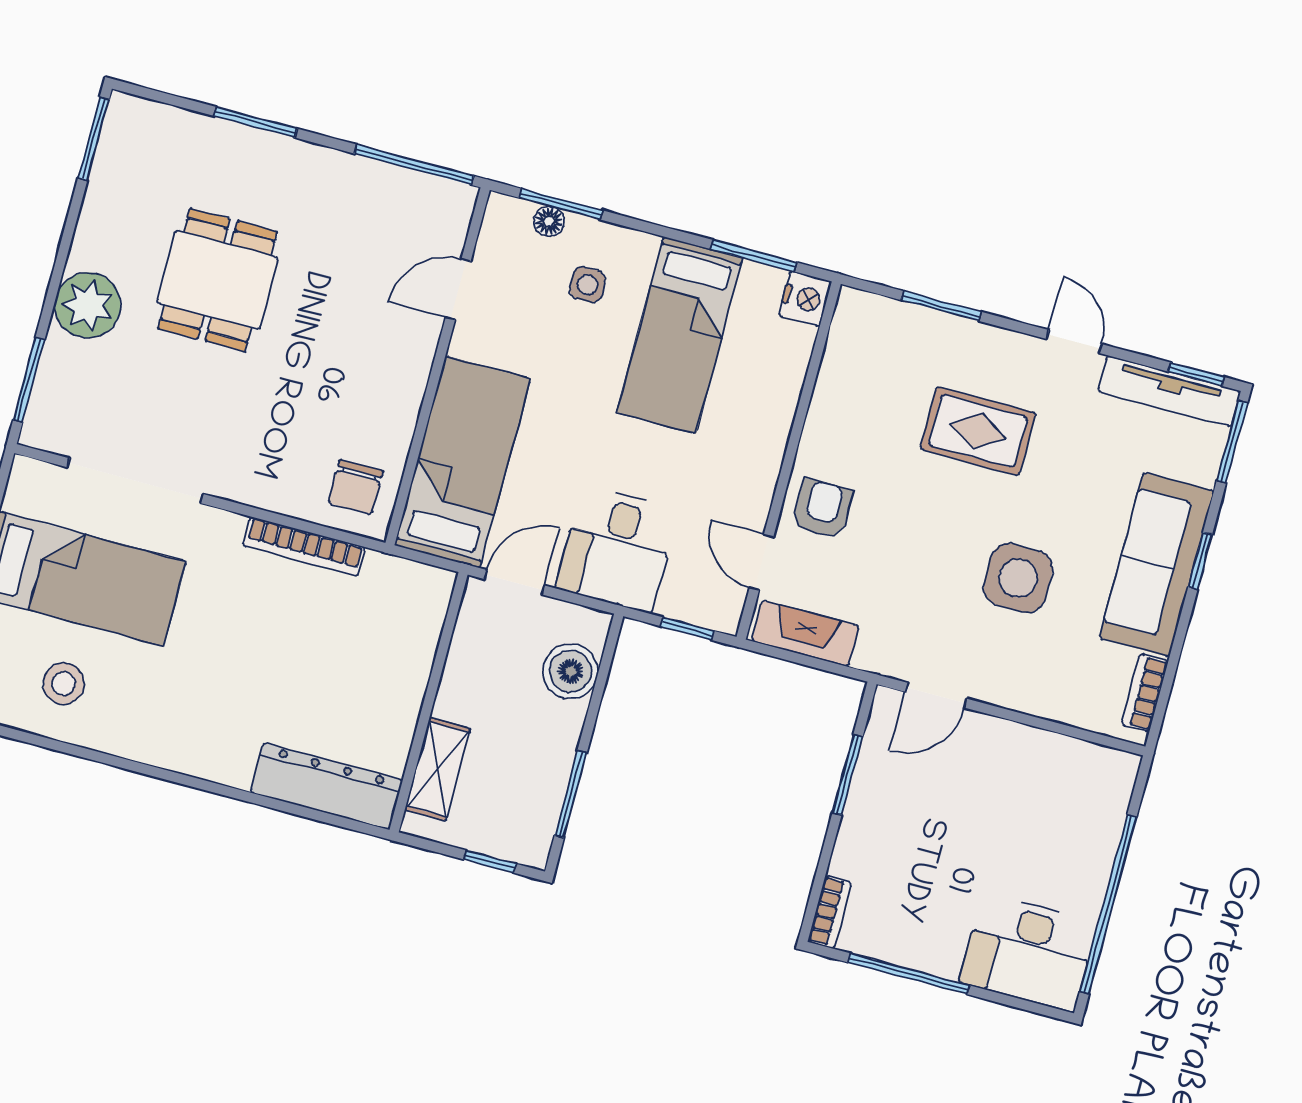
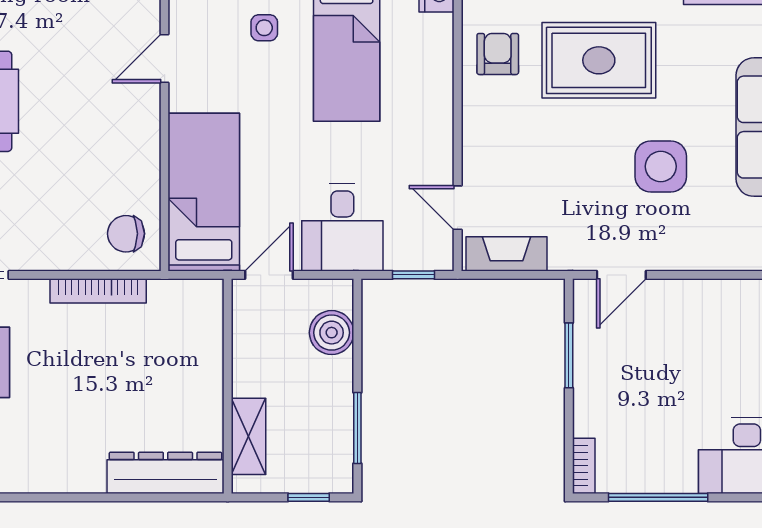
rug: (978, 431) -> (599, 60), width x1.36, depth x1.43
chair: (356, 487) -> (126, 234), turned 90
armchair: (823, 509) -> (498, 54), moved

